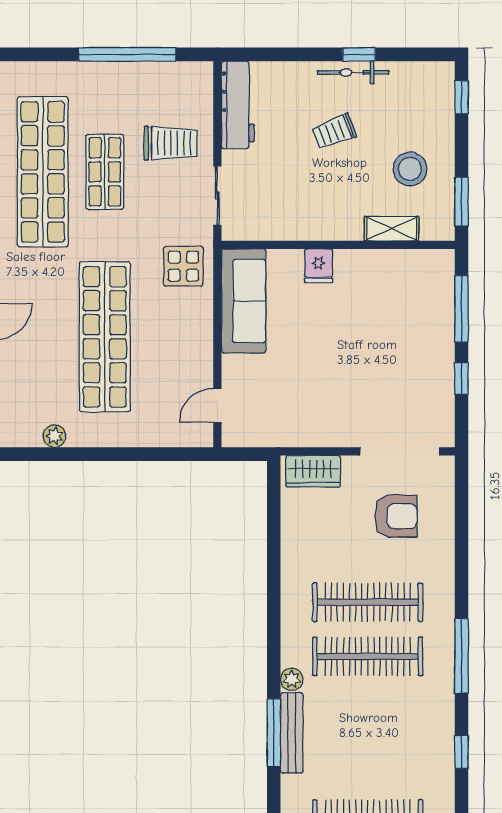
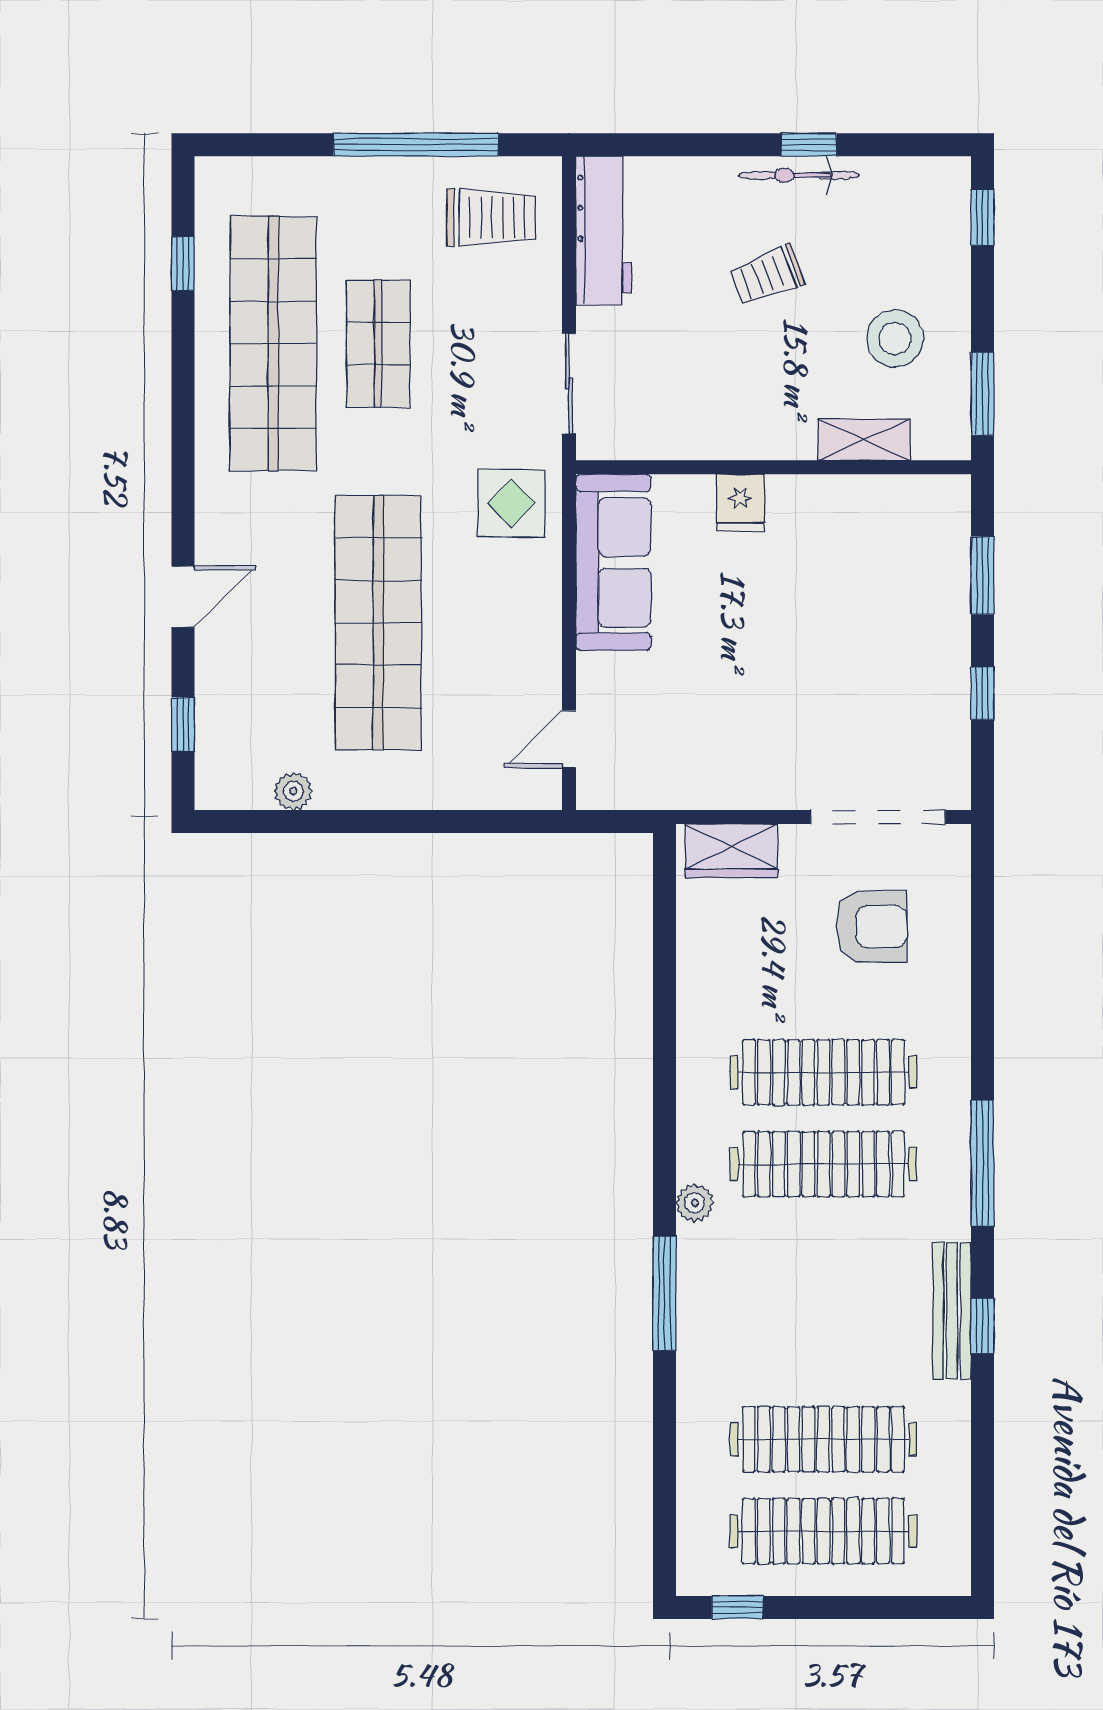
trolley: (170, 143) -> (491, 217), moved
window: (462, 309) -> (982, 576), width x0.69
bench: (292, 733) -> (952, 1311), moved

